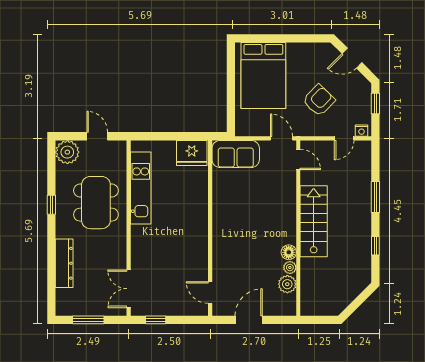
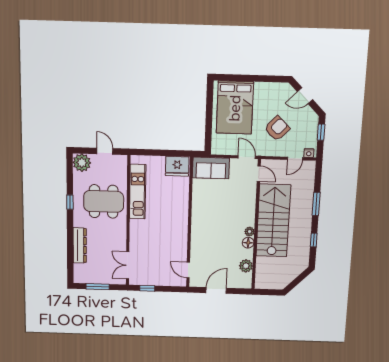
dining table: (96, 203) -> (104, 201), turned 90
stairs: (314, 221) -> (273, 221), width x1.36, depth x1.51
plant: (290, 267) -> (250, 232), moved

